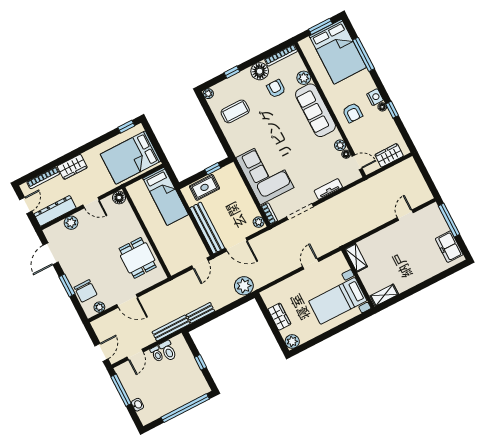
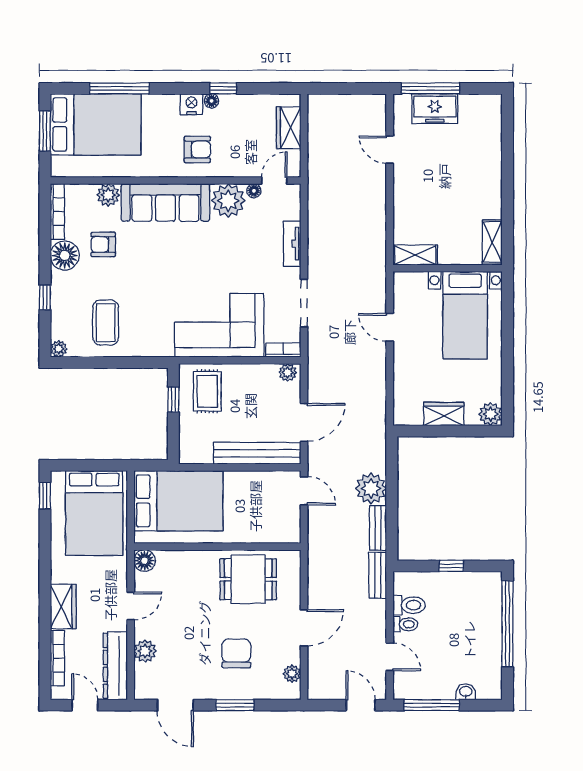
plant: (340, 145) -> (228, 201), width x1.87, depth x1.87
rug: (205, 187) -> (207, 391), moved
bed: (166, 196) -> (178, 501), width x1.50
freezer: (449, 247) -> (435, 109), moved
plant: (244, 286) -> (371, 488), moved
chair: (86, 291) -> (236, 653), moved, turned -90
bench: (171, 328) -> (378, 575), width x0.73

